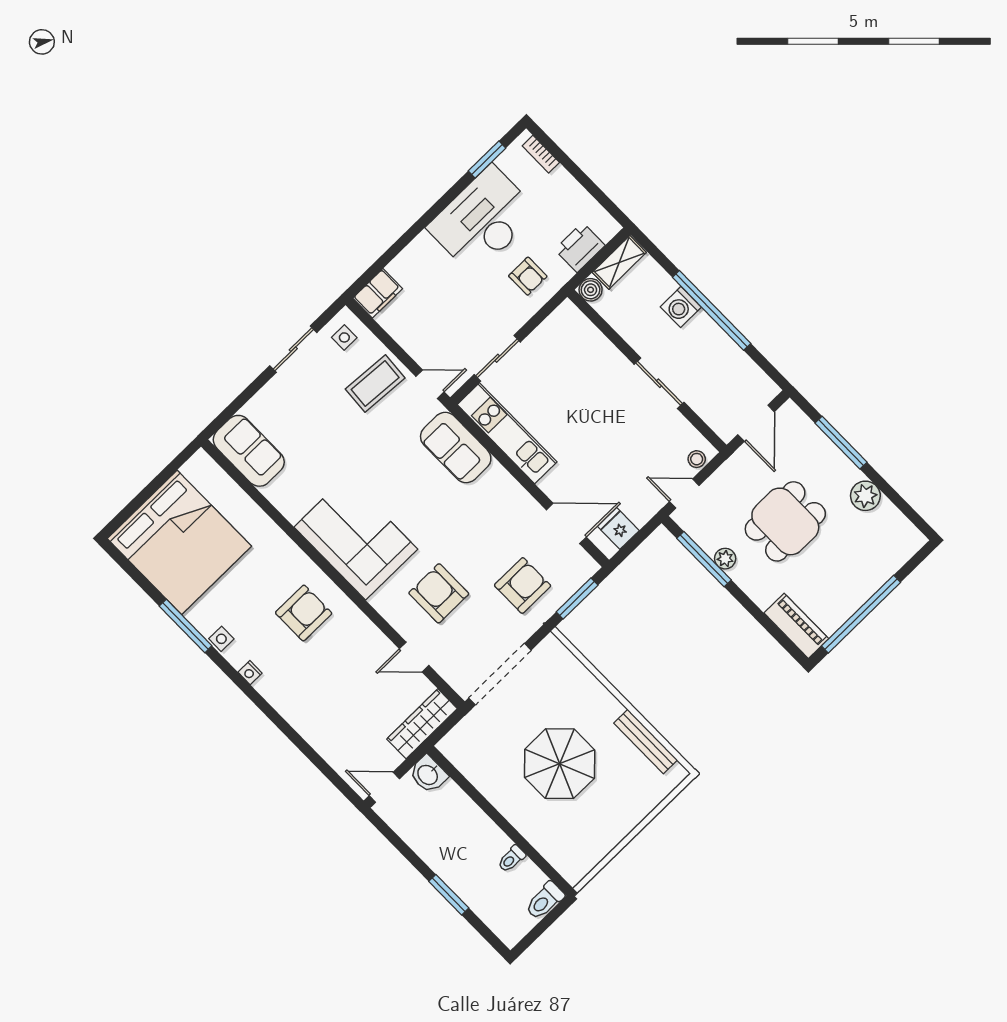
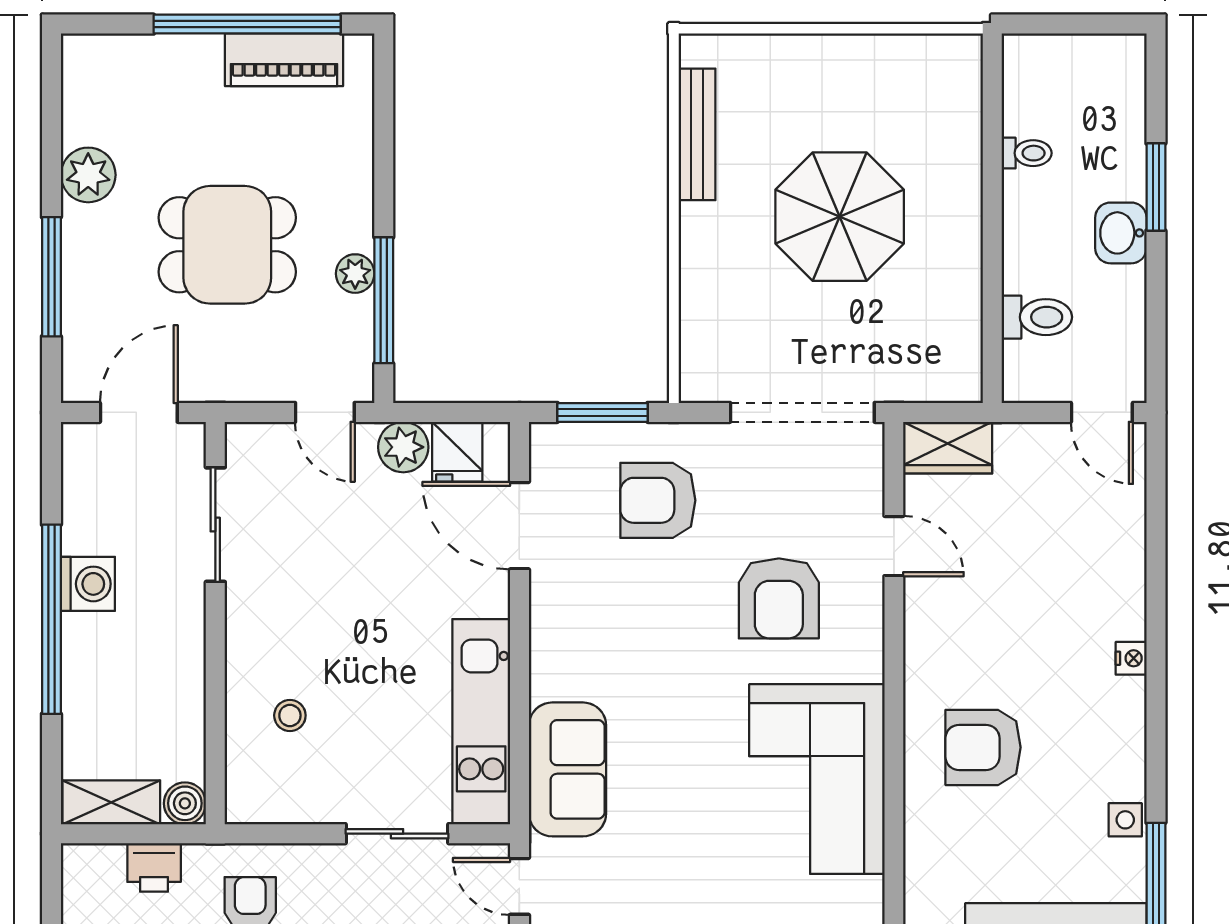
printer: (580, 247) -> (154, 867), width x0.73, depth x0.81
washing machine: (681, 307) -> (88, 584), moved
sliding door: (659, 383) -> (215, 525), moved
stool: (697, 459) -> (290, 715), moved
plant: (641, 510) -> (403, 447), added
piano: (796, 626) -> (284, 60), moved, turned -90
nightstand: (250, 673) -> (1131, 658), moved
wardrobe: (422, 724) -> (948, 448), width x0.67
washbasin: (428, 774) -> (1121, 233), moved, turned 180
toilet: (545, 901) -> (1037, 317), moved

